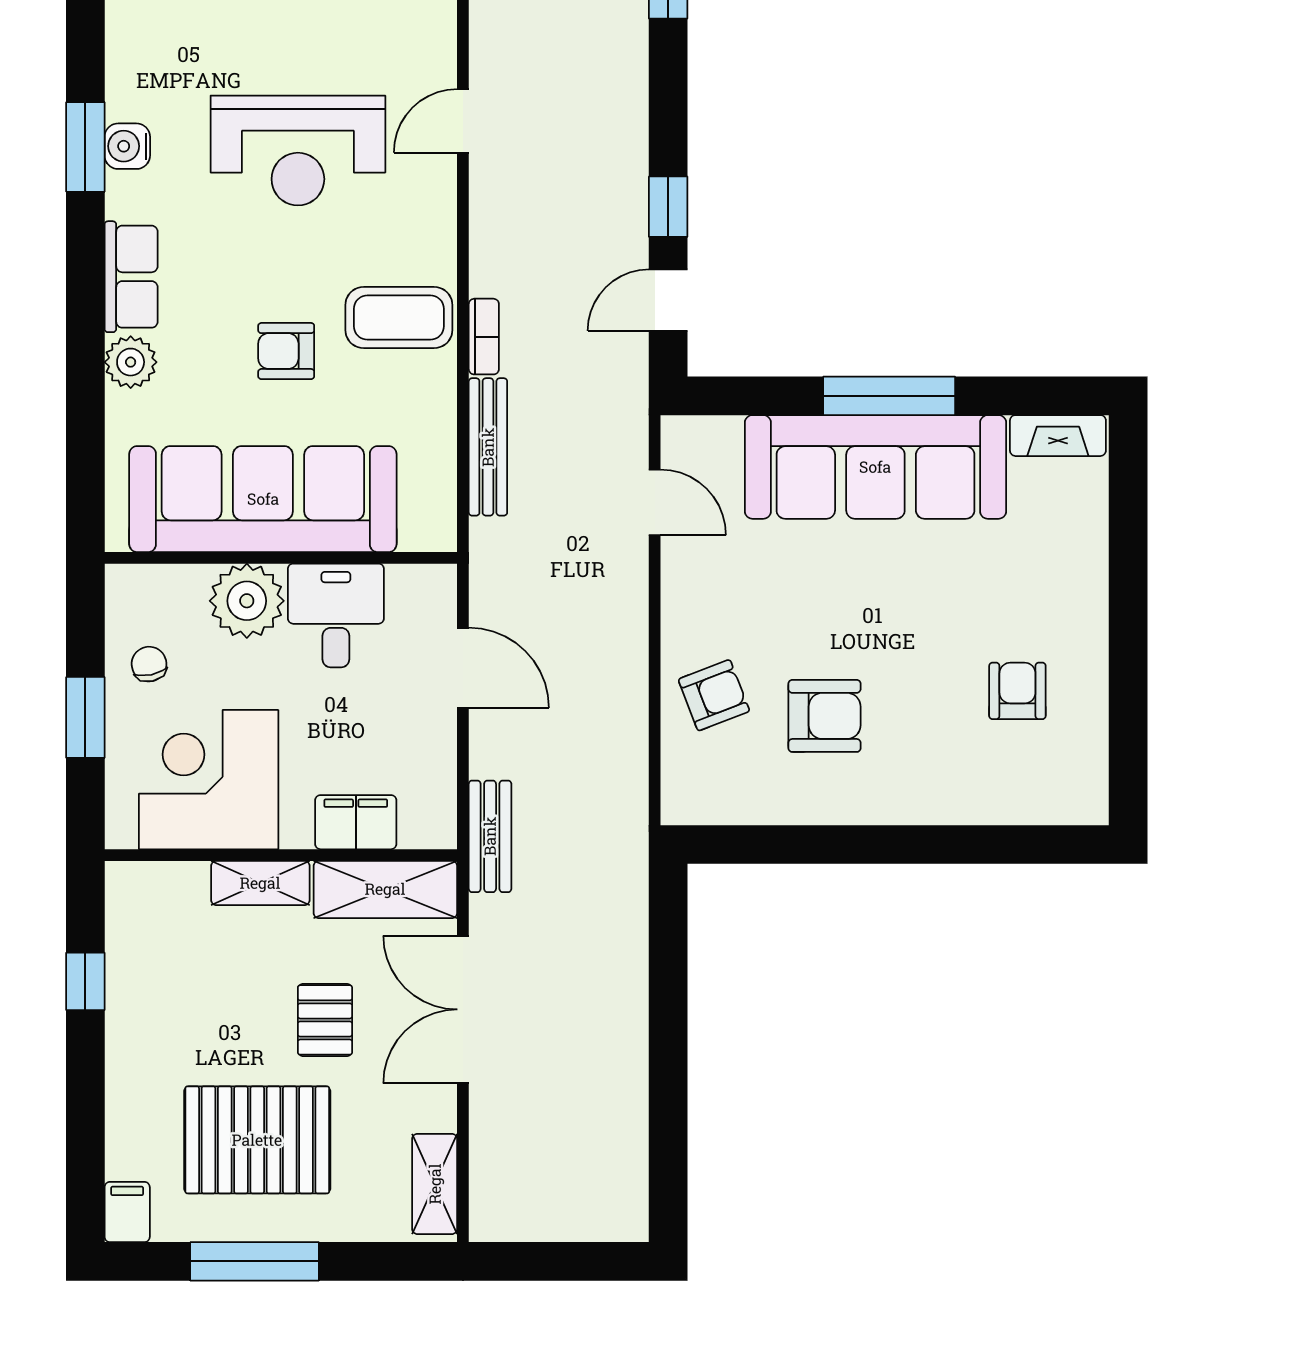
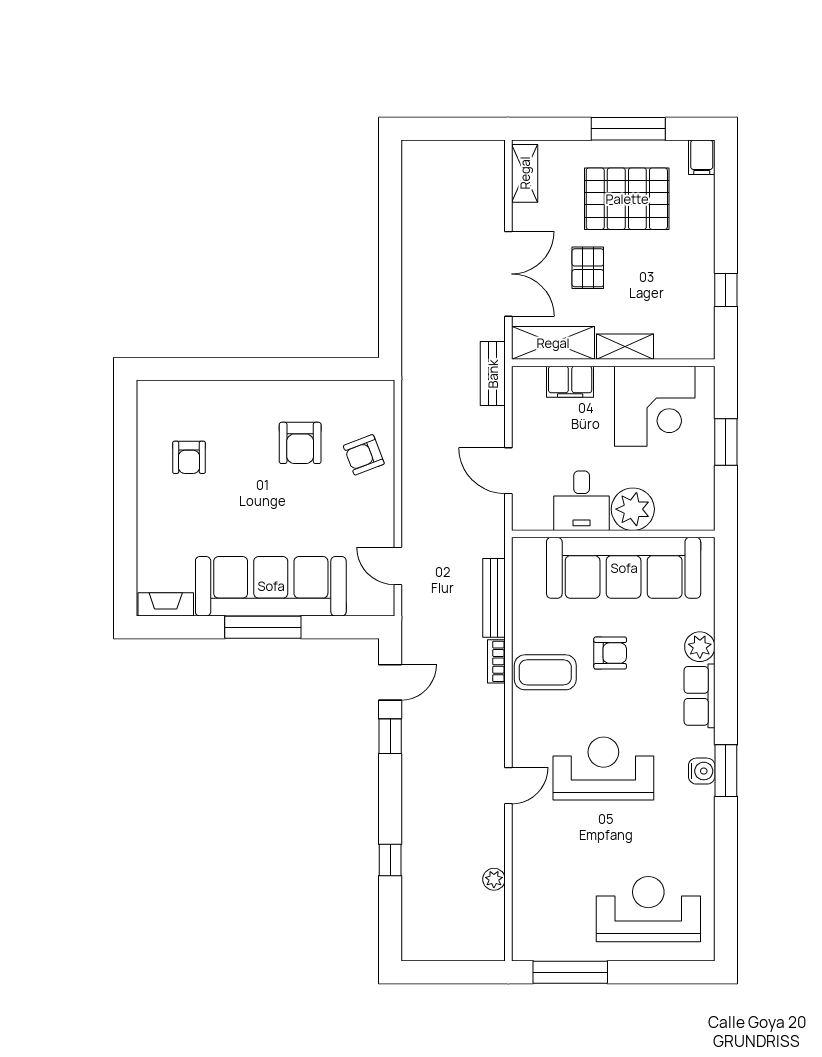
chair: (149, 664) -> (689, 473), removed
armchair: (825, 716) -> (300, 443), turned -90

